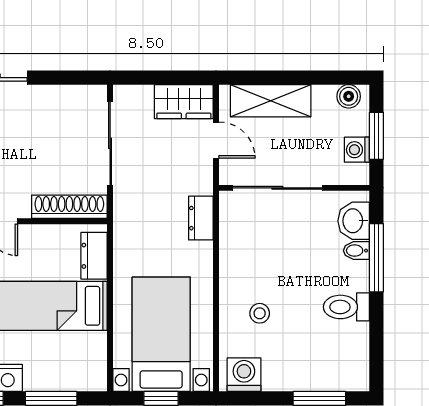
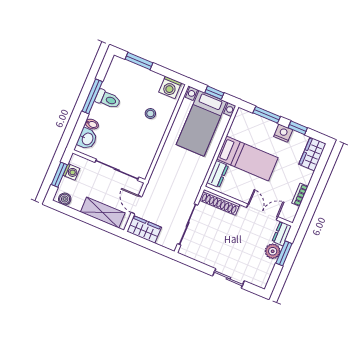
dresser: (201, 218) -> (159, 171), removed
window: (376, 258) -> (92, 96), moved

